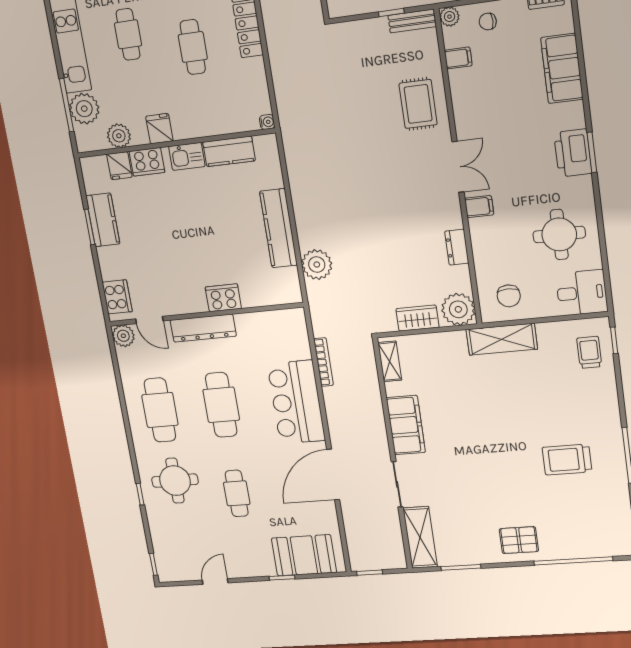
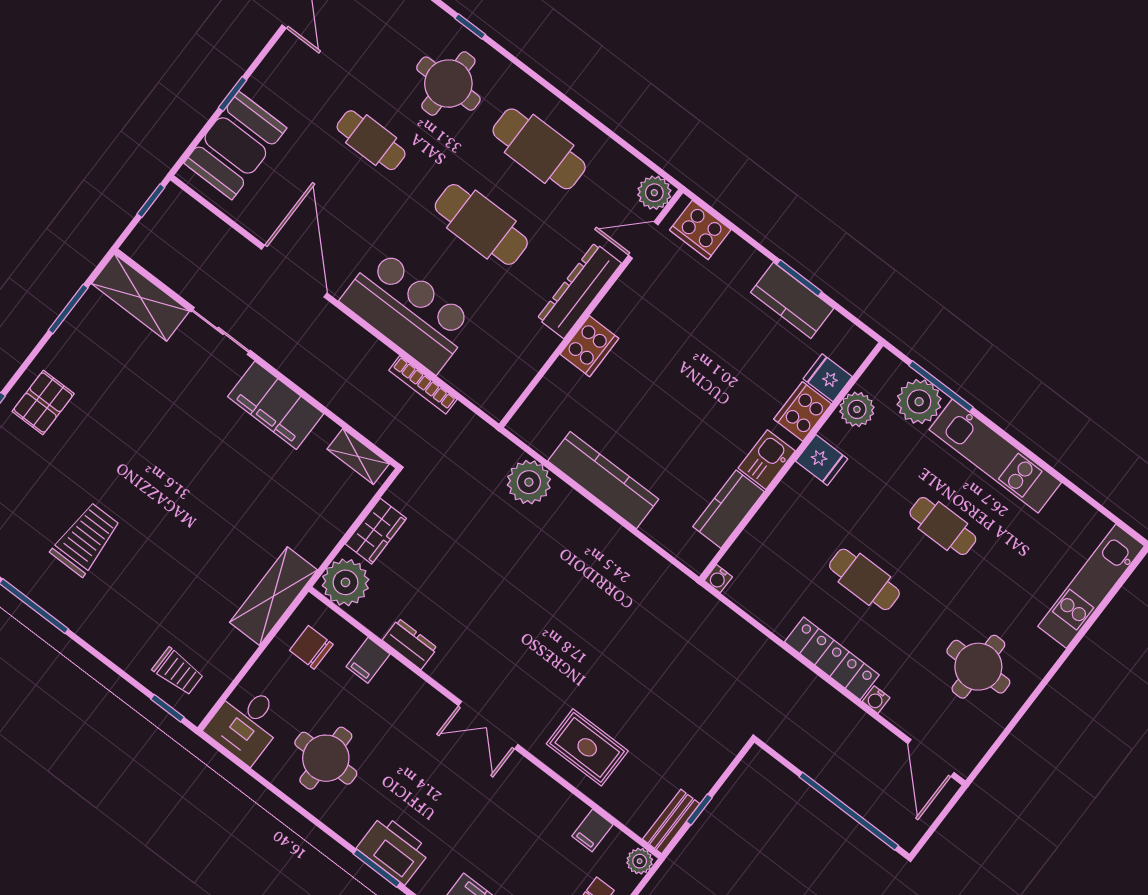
filing cabinet: (479, 207) -> (368, 660), moved

